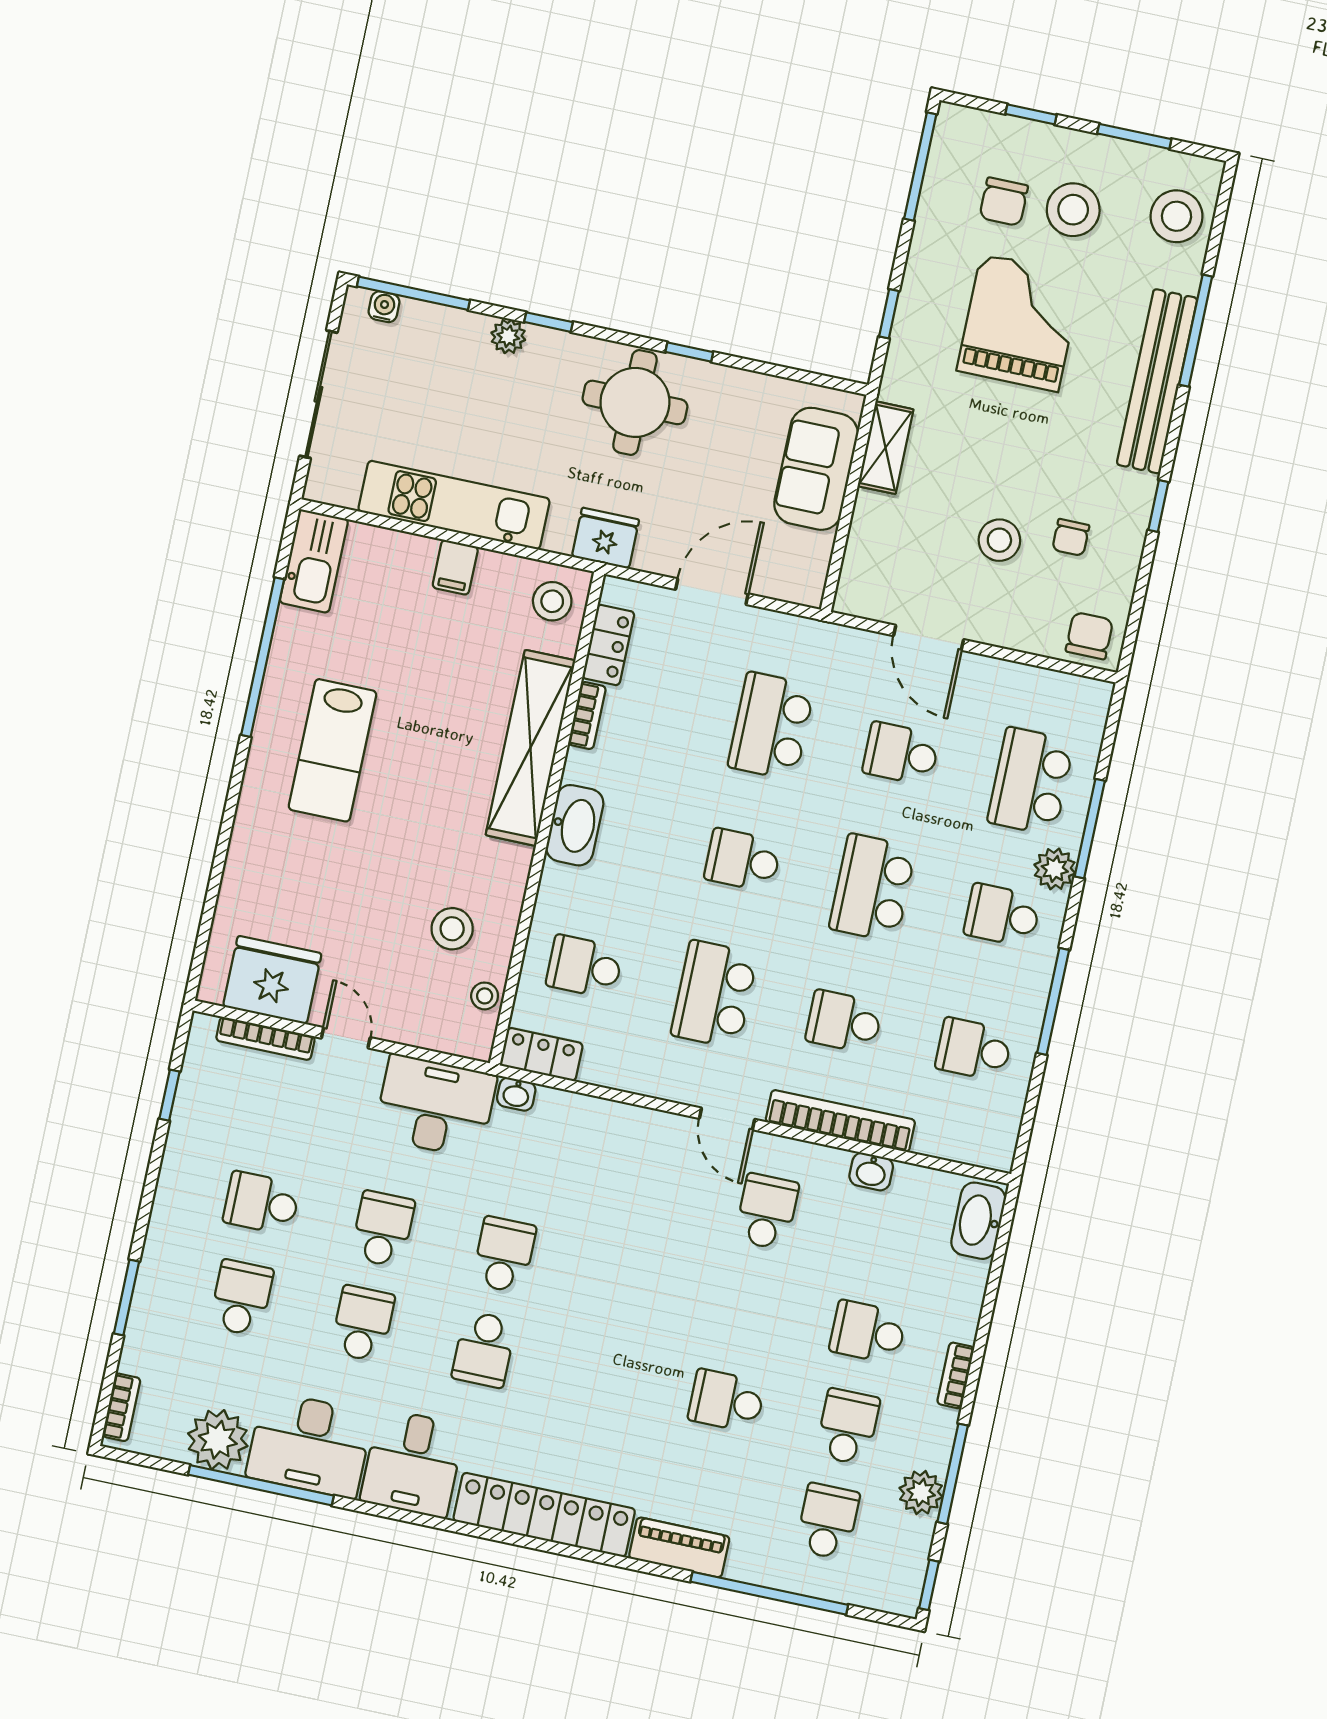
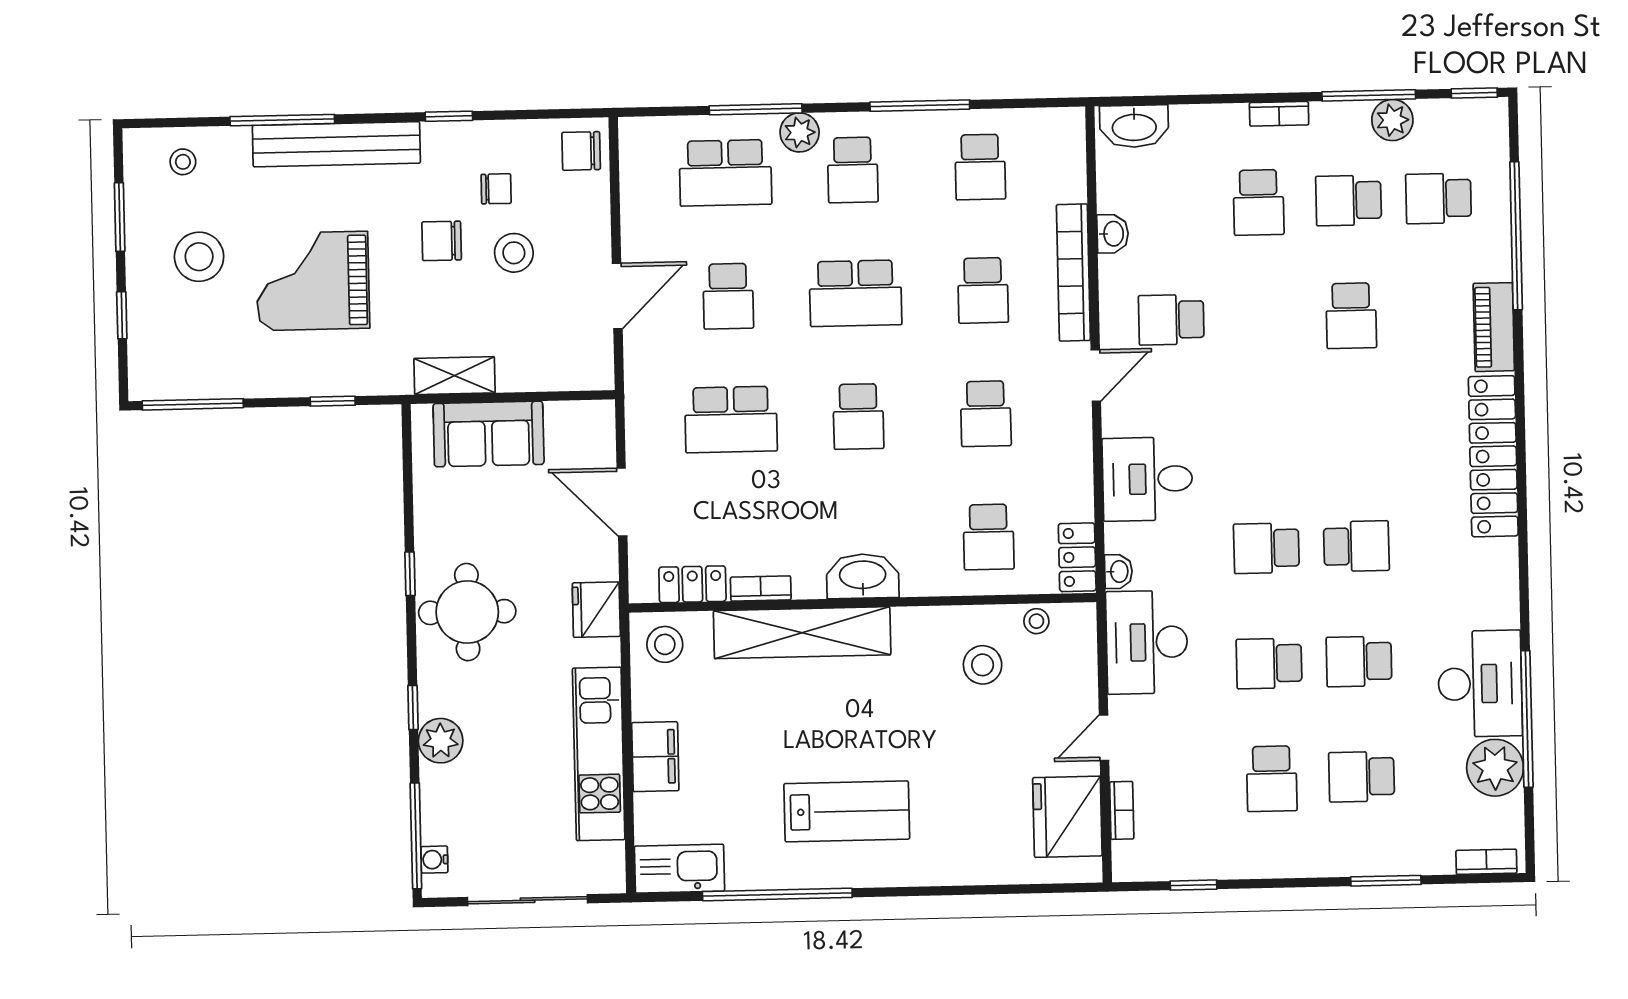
chair: (1004, 202) -> (442, 241), moved, turned 180
stool: (1176, 216) -> (183, 162), width x0.53, depth x0.53
plant: (508, 336) -> (441, 741), width x1.38, depth x1.38
filing cabinet: (455, 567) -> (655, 757), width x2.00
school desk: (714, 994) -> (986, 414), width x0.54
bookcase: (265, 1038) -> (1122, 810), width x0.64
desk: (413, 1463) -> (1147, 479), moved, turned 180

